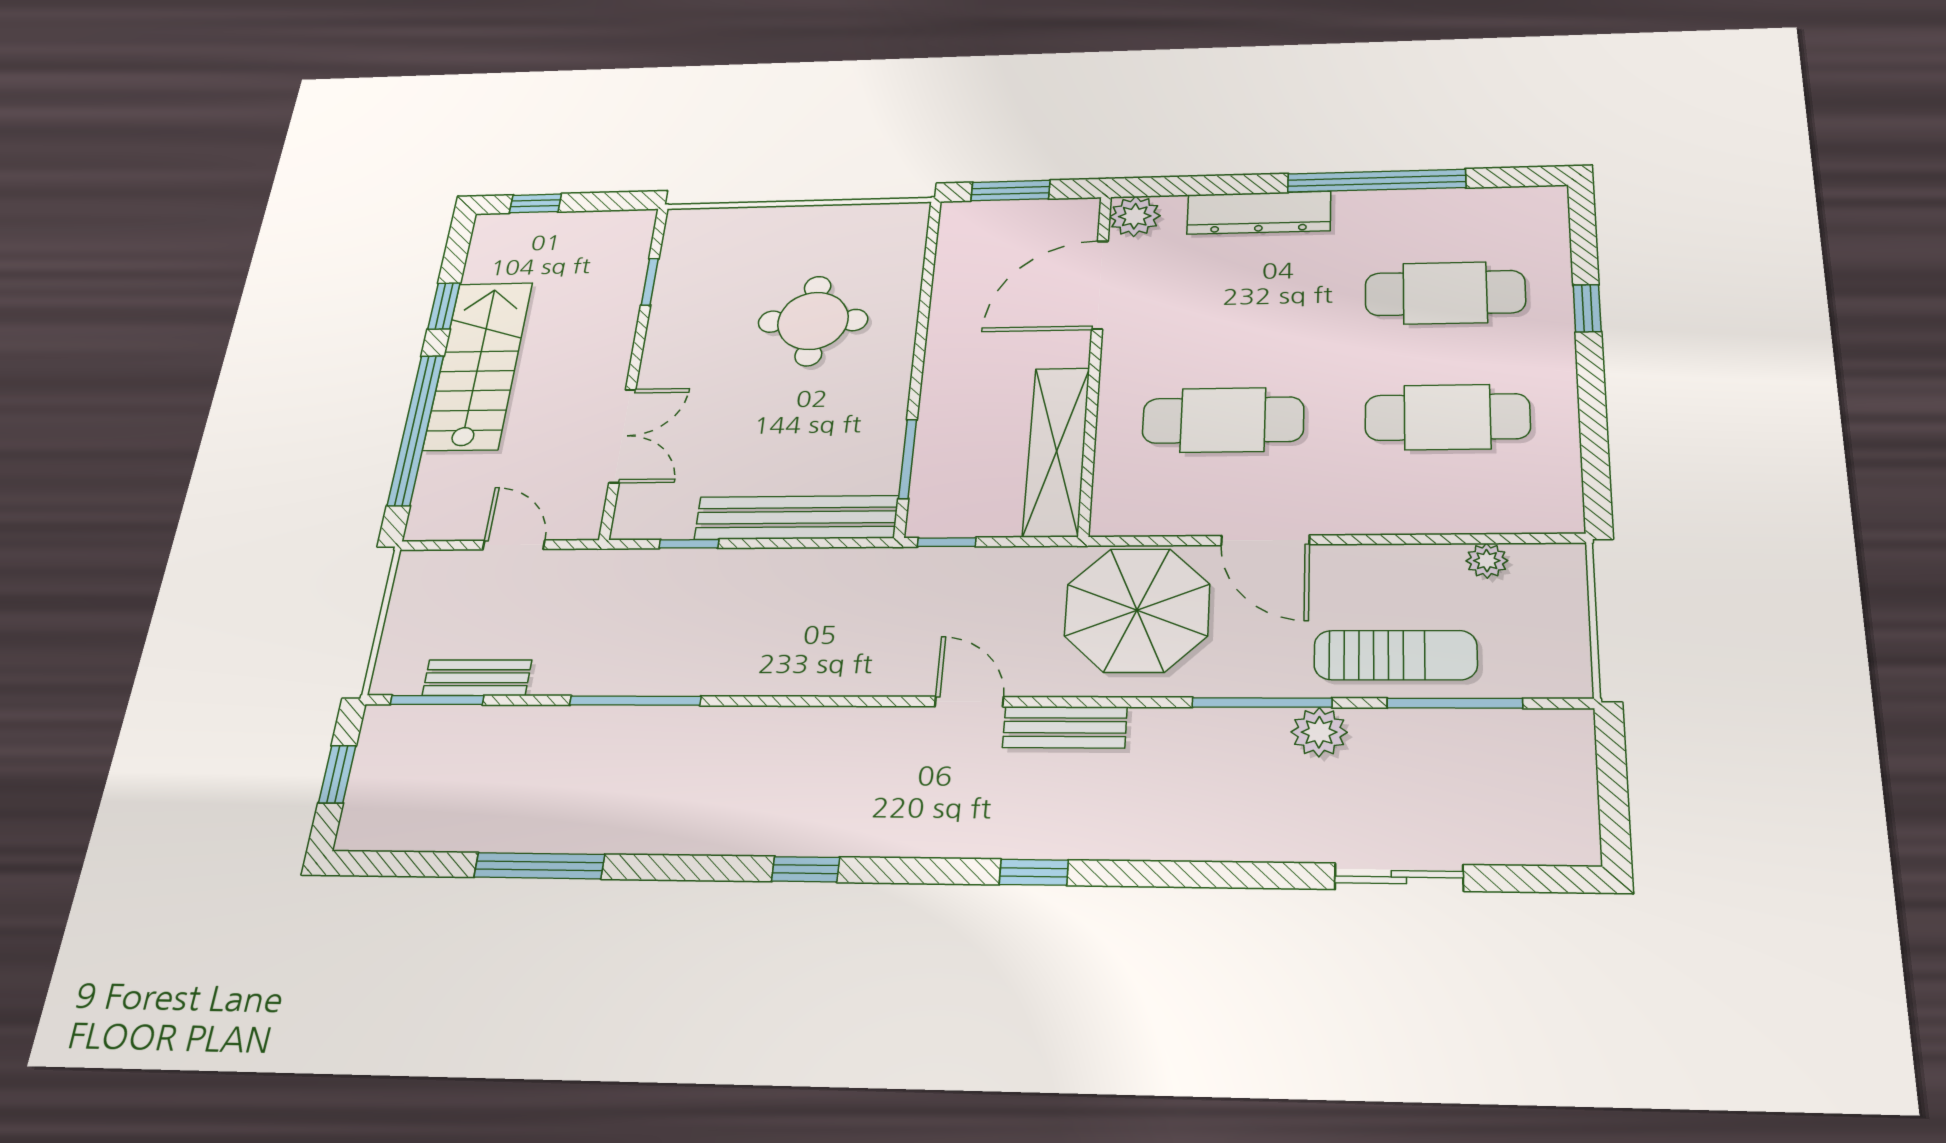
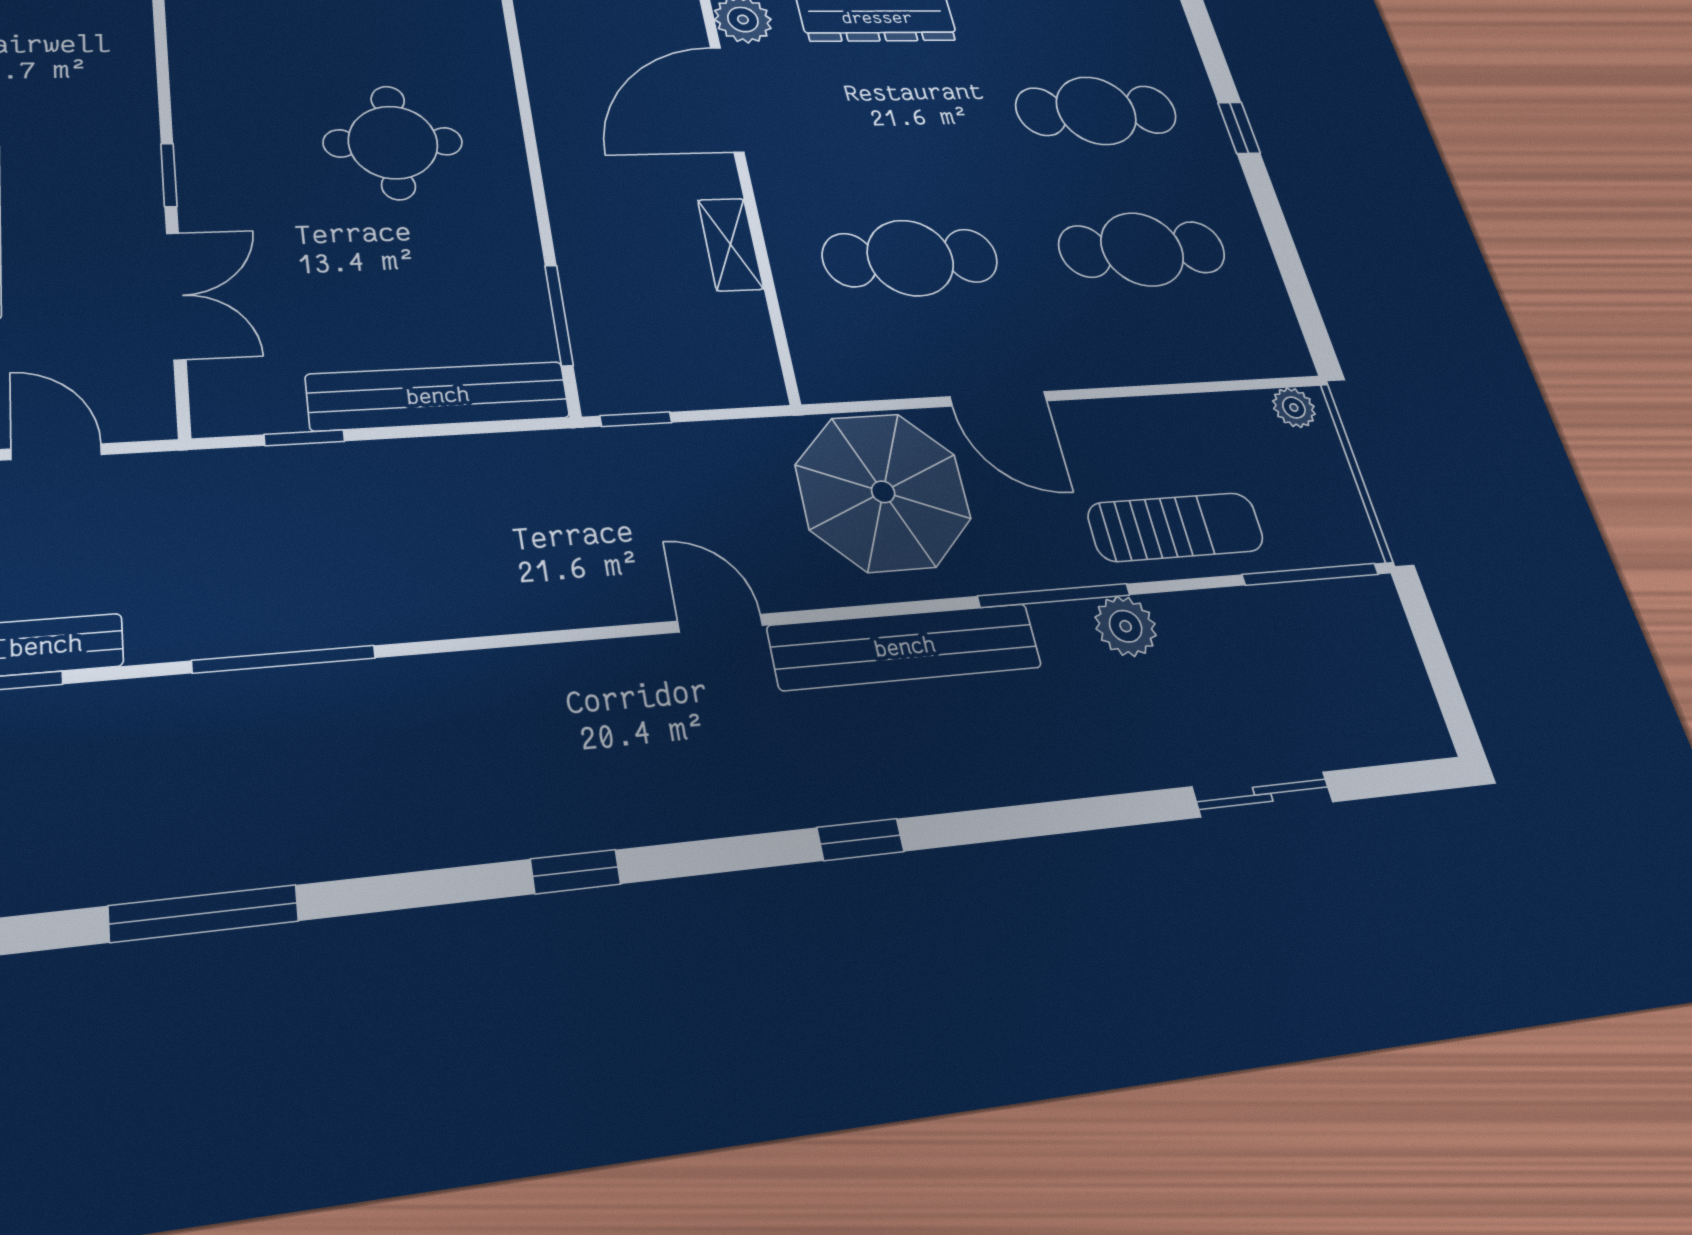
window: (650, 282) -> (169, 175), moved
shelving: (1057, 451) -> (730, 244), width x0.45, depth x0.75
plant: (1487, 561) -> (1294, 408), moved
window: (1455, 703) -> (1311, 574), moved
bench: (1065, 727) -> (905, 647), width x1.86, depth x1.21

